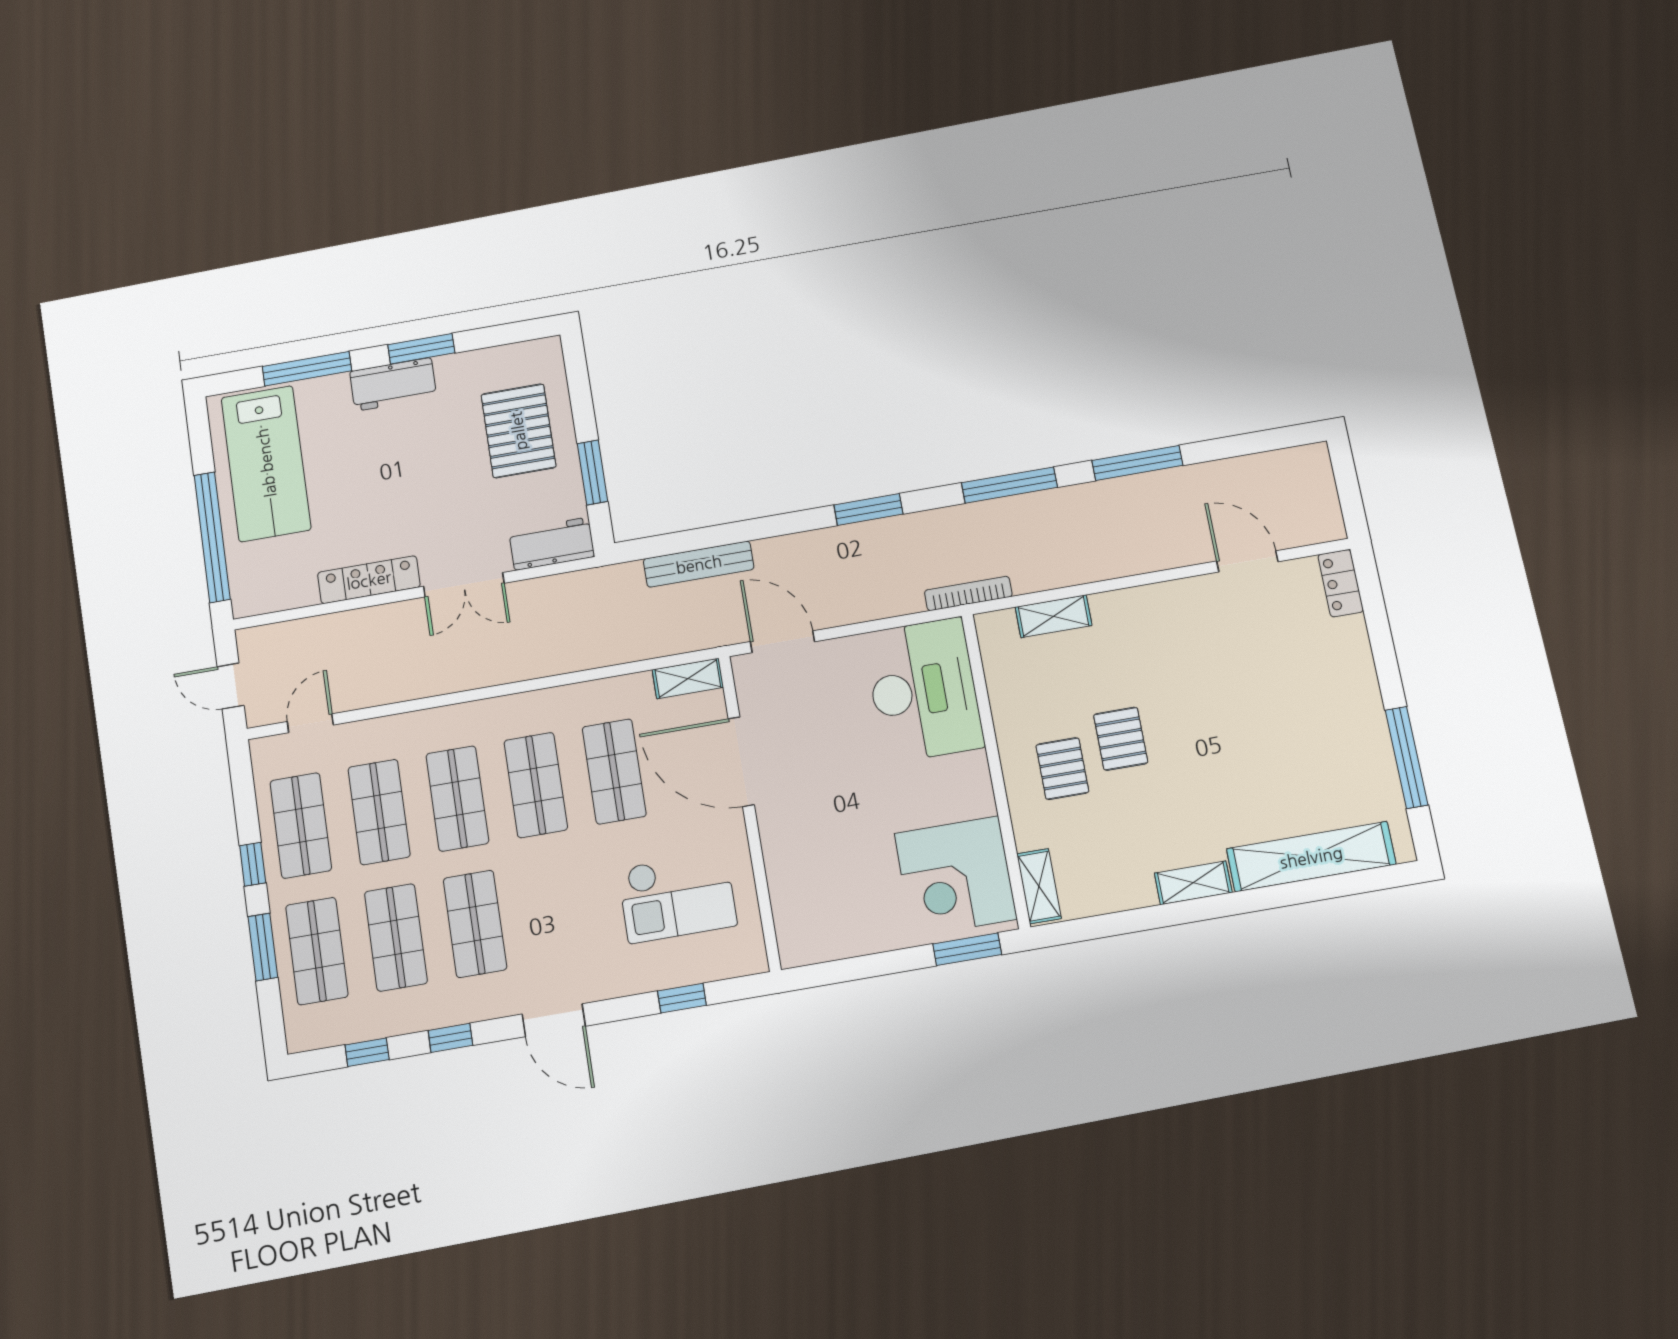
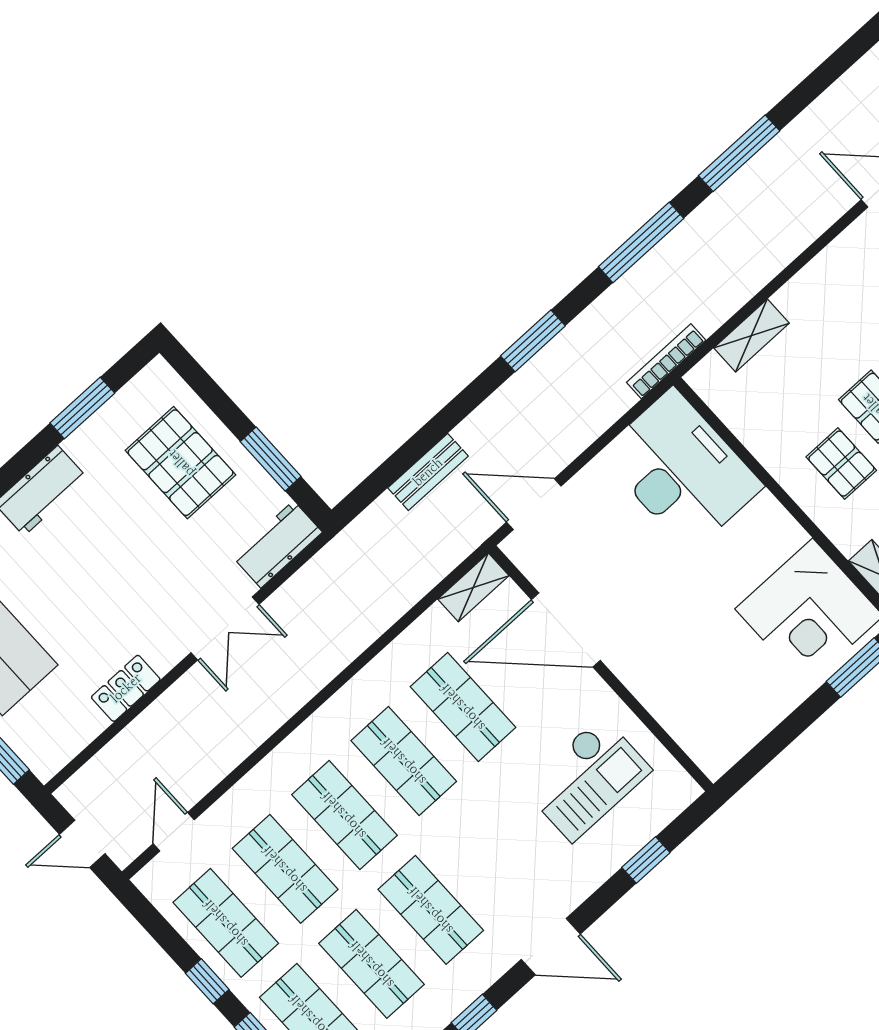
window: (421, 349) -> (82, 408), moved
bench: (699, 564) -> (428, 472), width x0.73
locker: (369, 580) -> (126, 688), width x0.66

